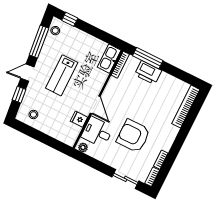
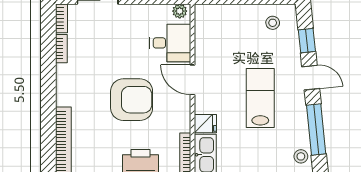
door: (27, 73) -> (311, 78), hinge flipped
fridge: (79, 119) -> (205, 124), moved
armchair: (133, 136) -> (132, 100), moved

